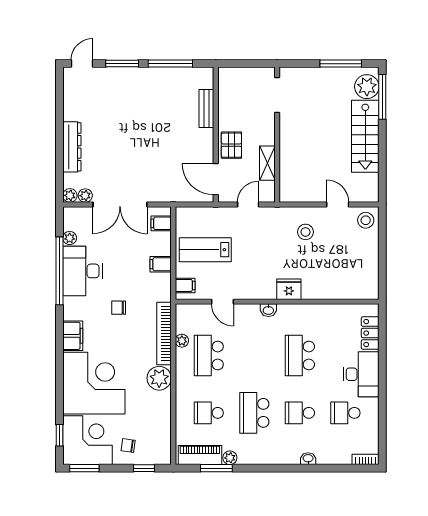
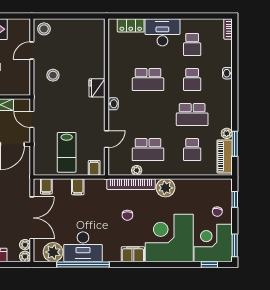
plant: (70, 238) -> (53, 252), width x1.88, depth x1.88
chair: (119, 308) -> (127, 215), moved

